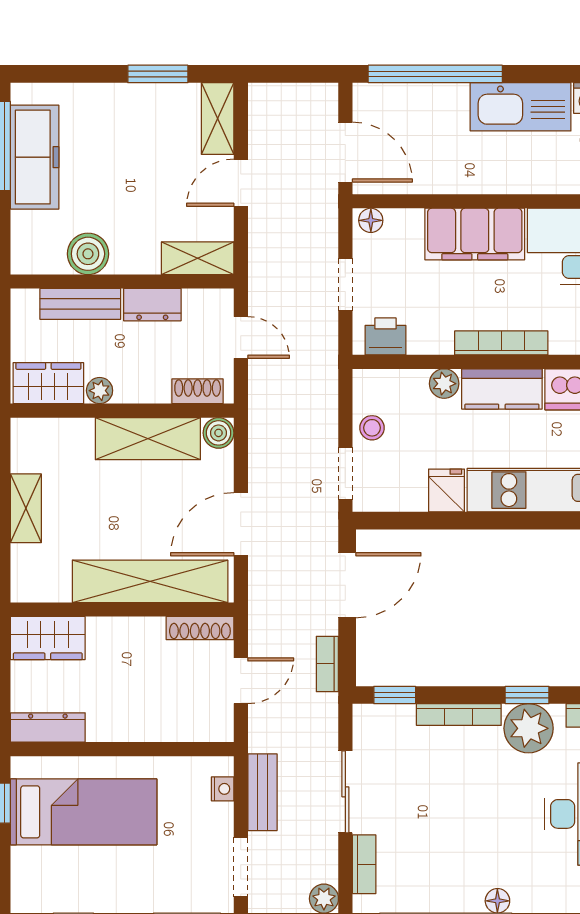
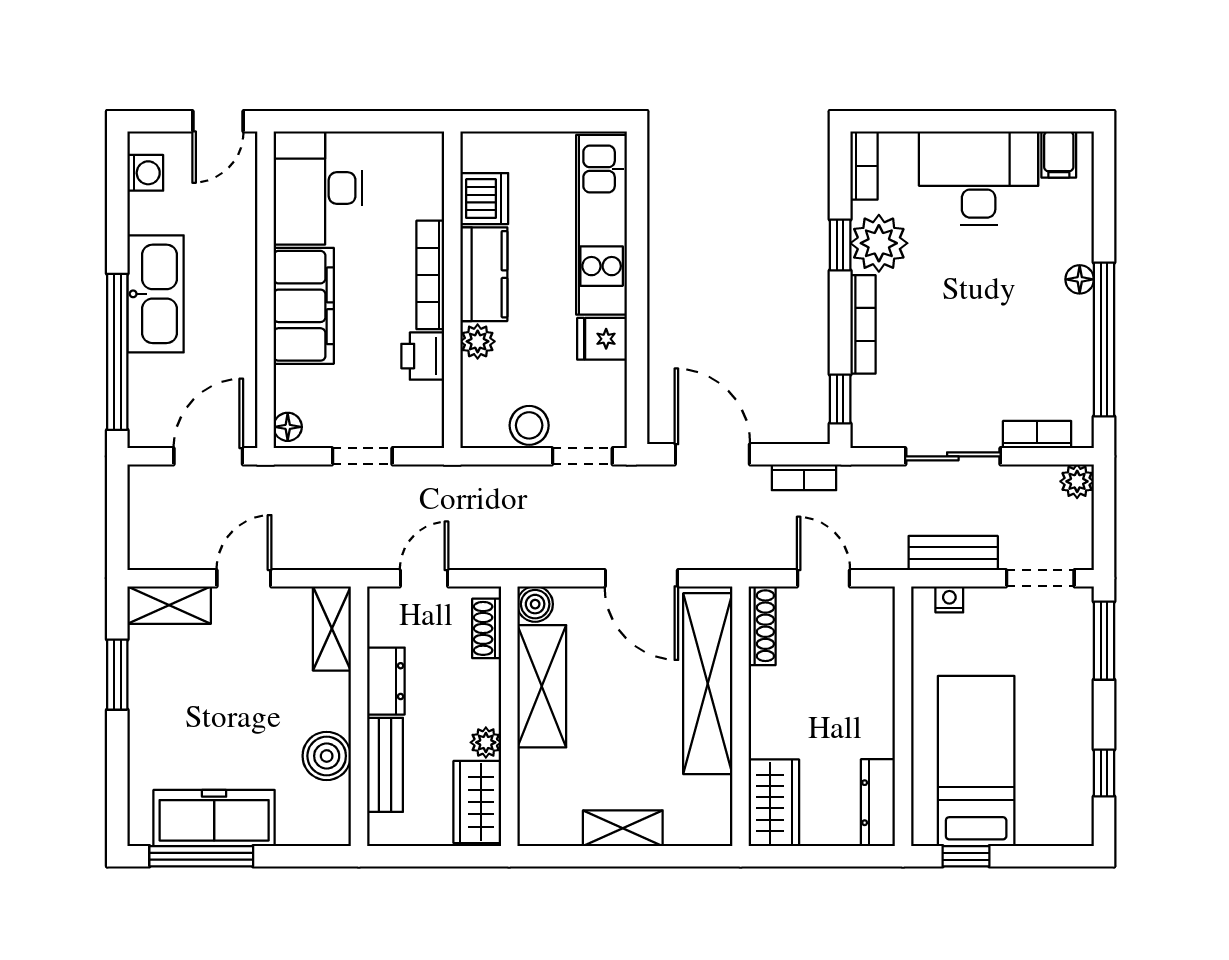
kitchen sink: (521, 107) -> (156, 294), moved
door: (241, 183) -> (244, 578), swing flipped
printer: (385, 336) -> (423, 356), moved
stool: (372, 428) -> (529, 425), width x1.37, depth x1.37

